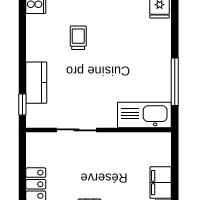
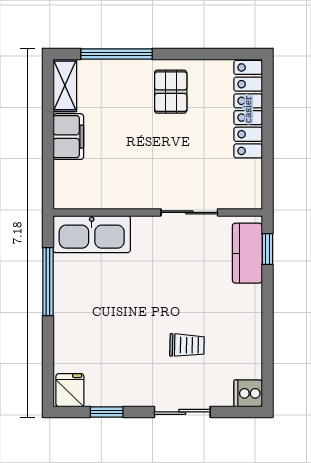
trolley: (78, 38) -> (187, 345), turned -89
kitchen counter: (36, 83) -> (247, 253), moved

